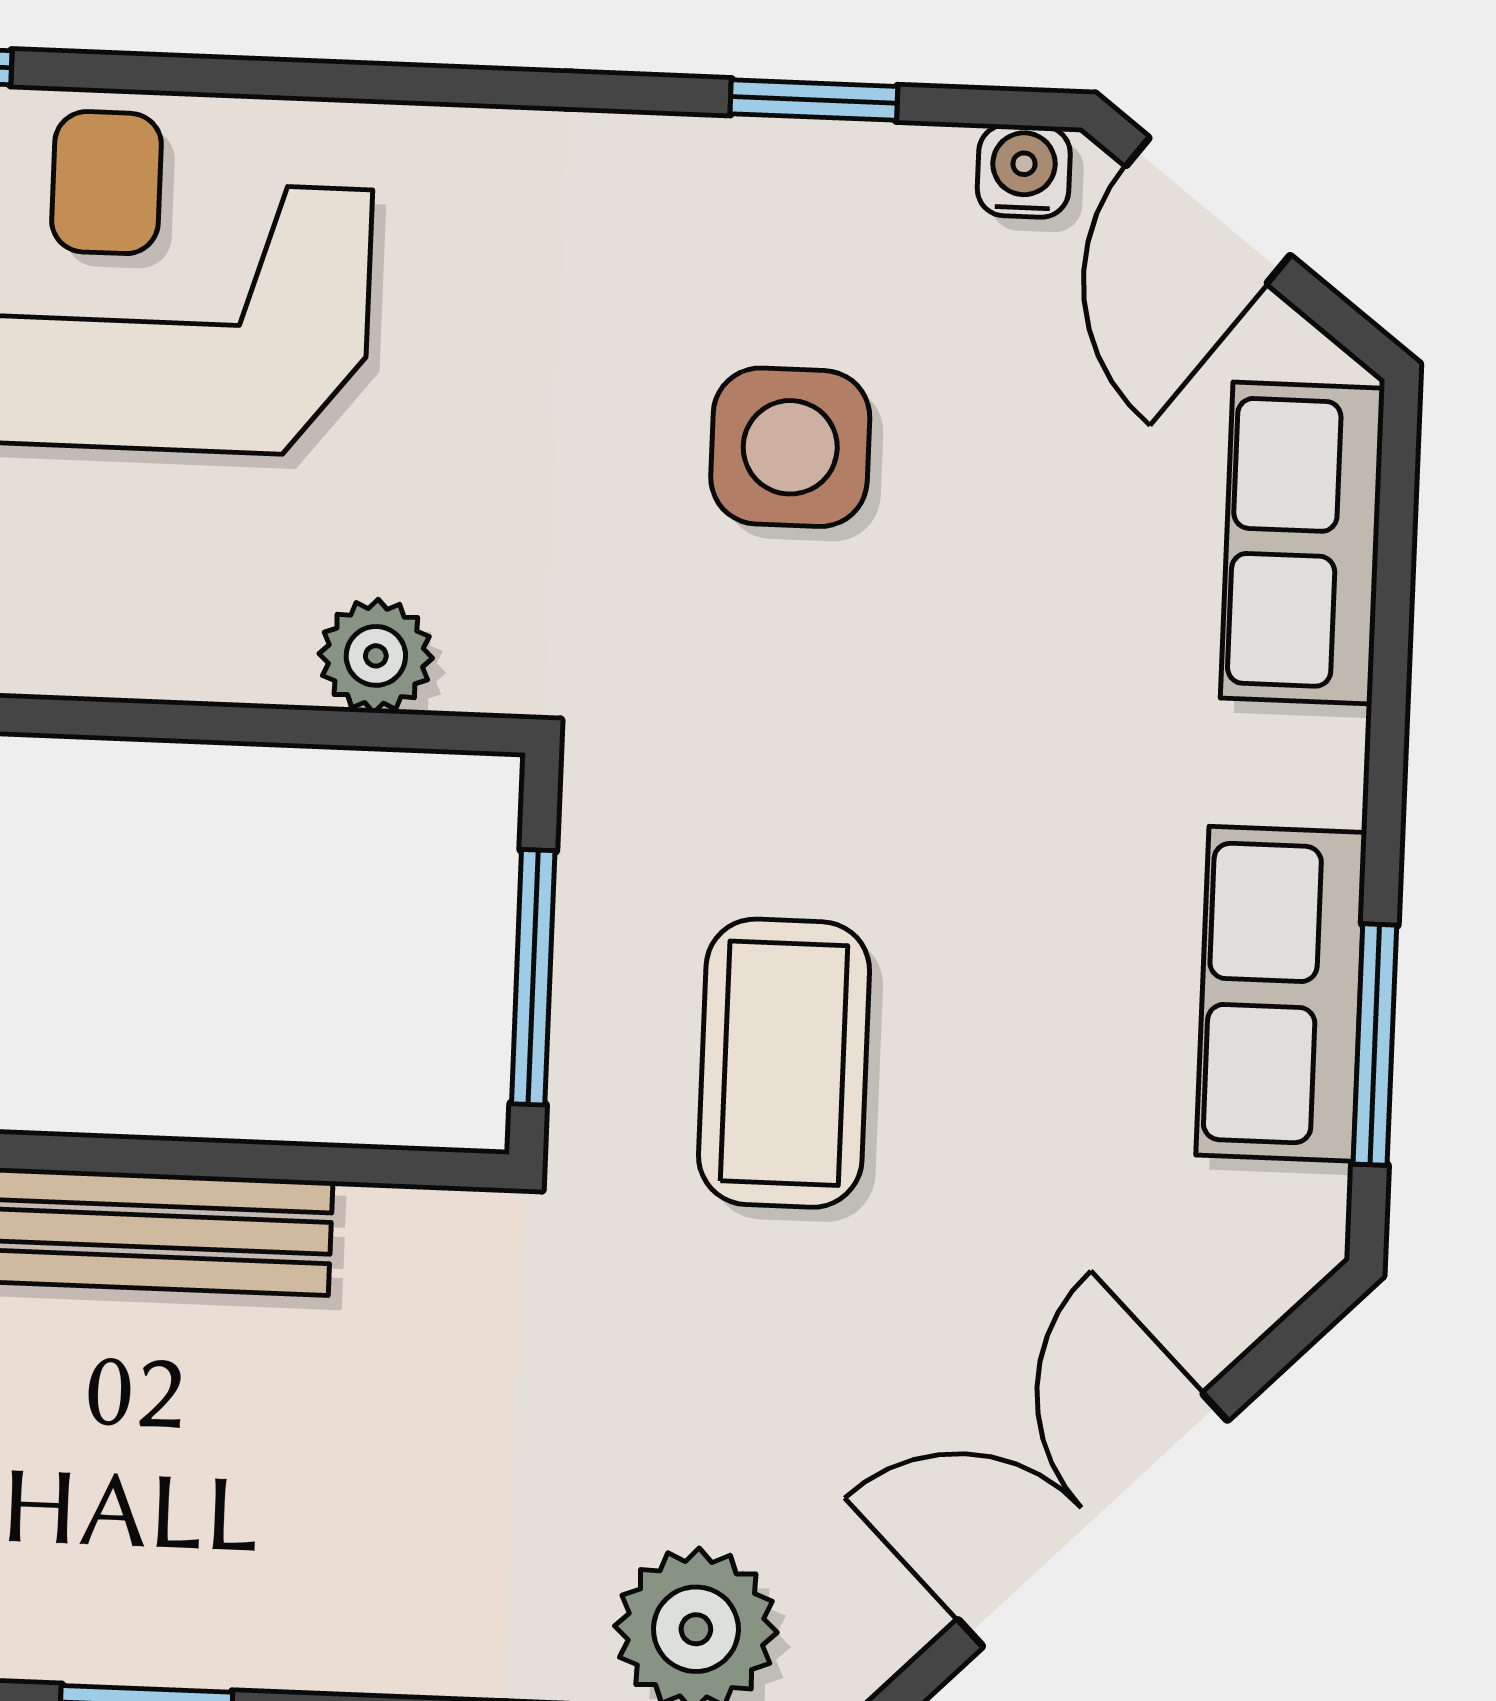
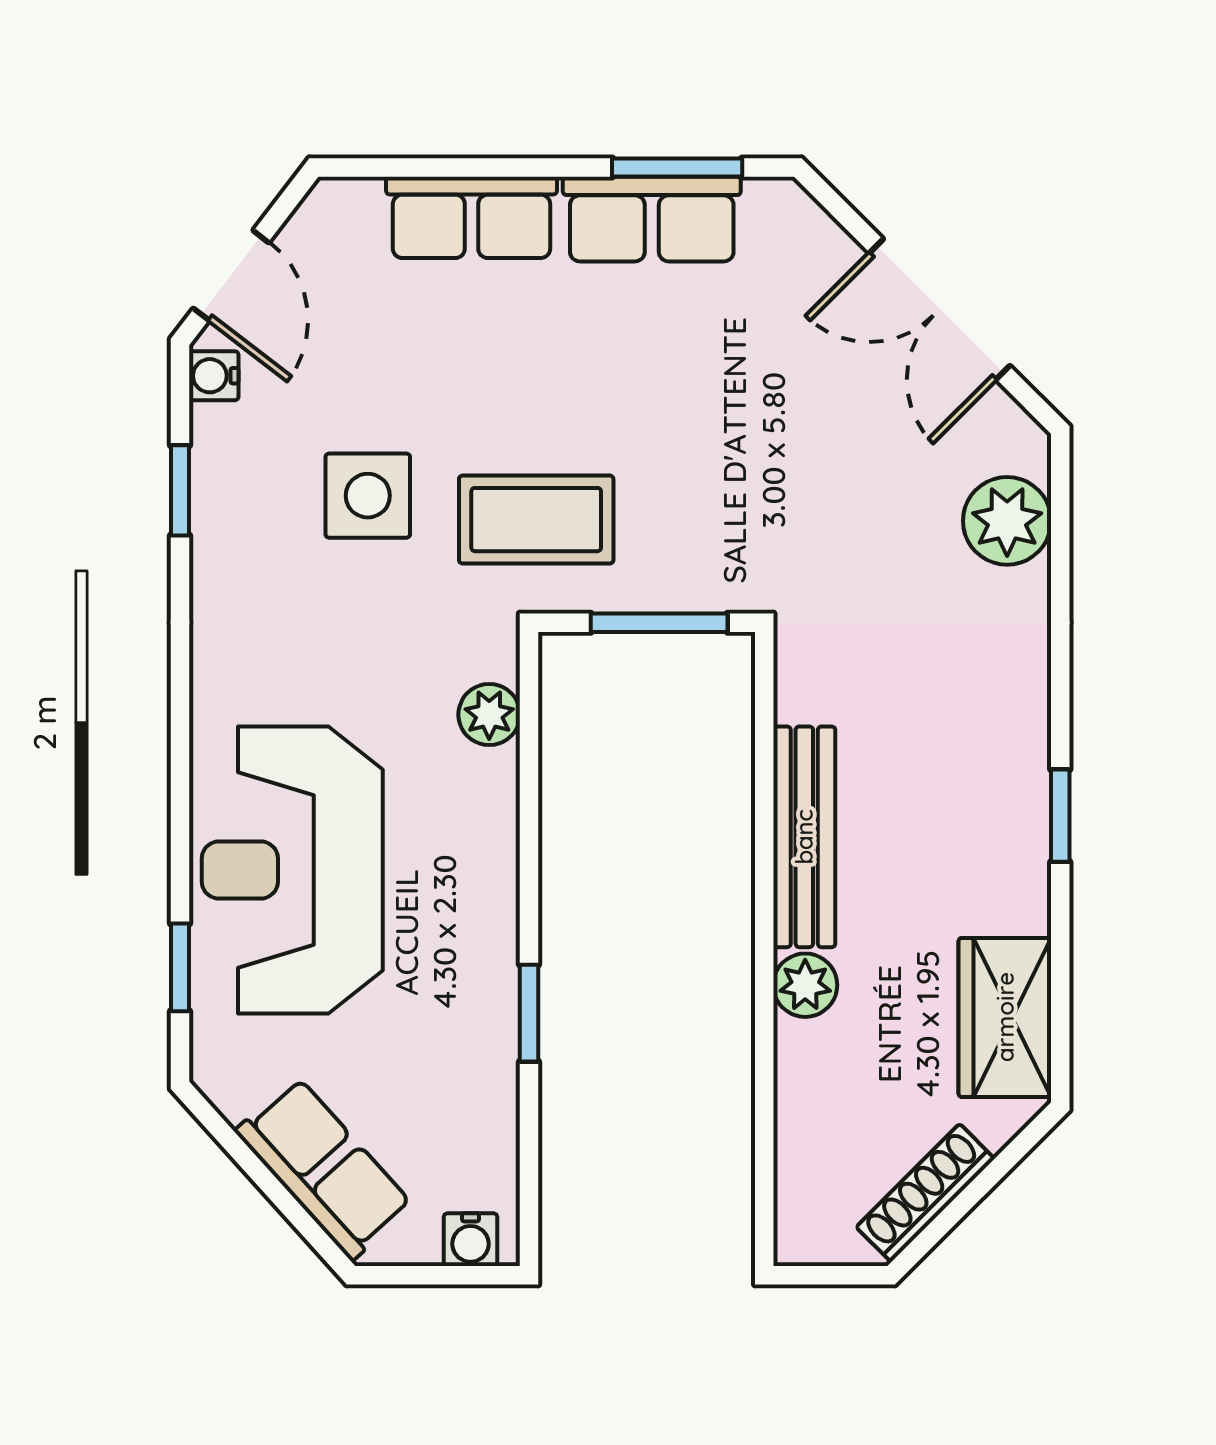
door: (1208, 211) -> (231, 275), hinge flipped
row of seats: (1302, 543) -> (472, 217), moved
coffee table: (784, 1063) -> (536, 520), moved

